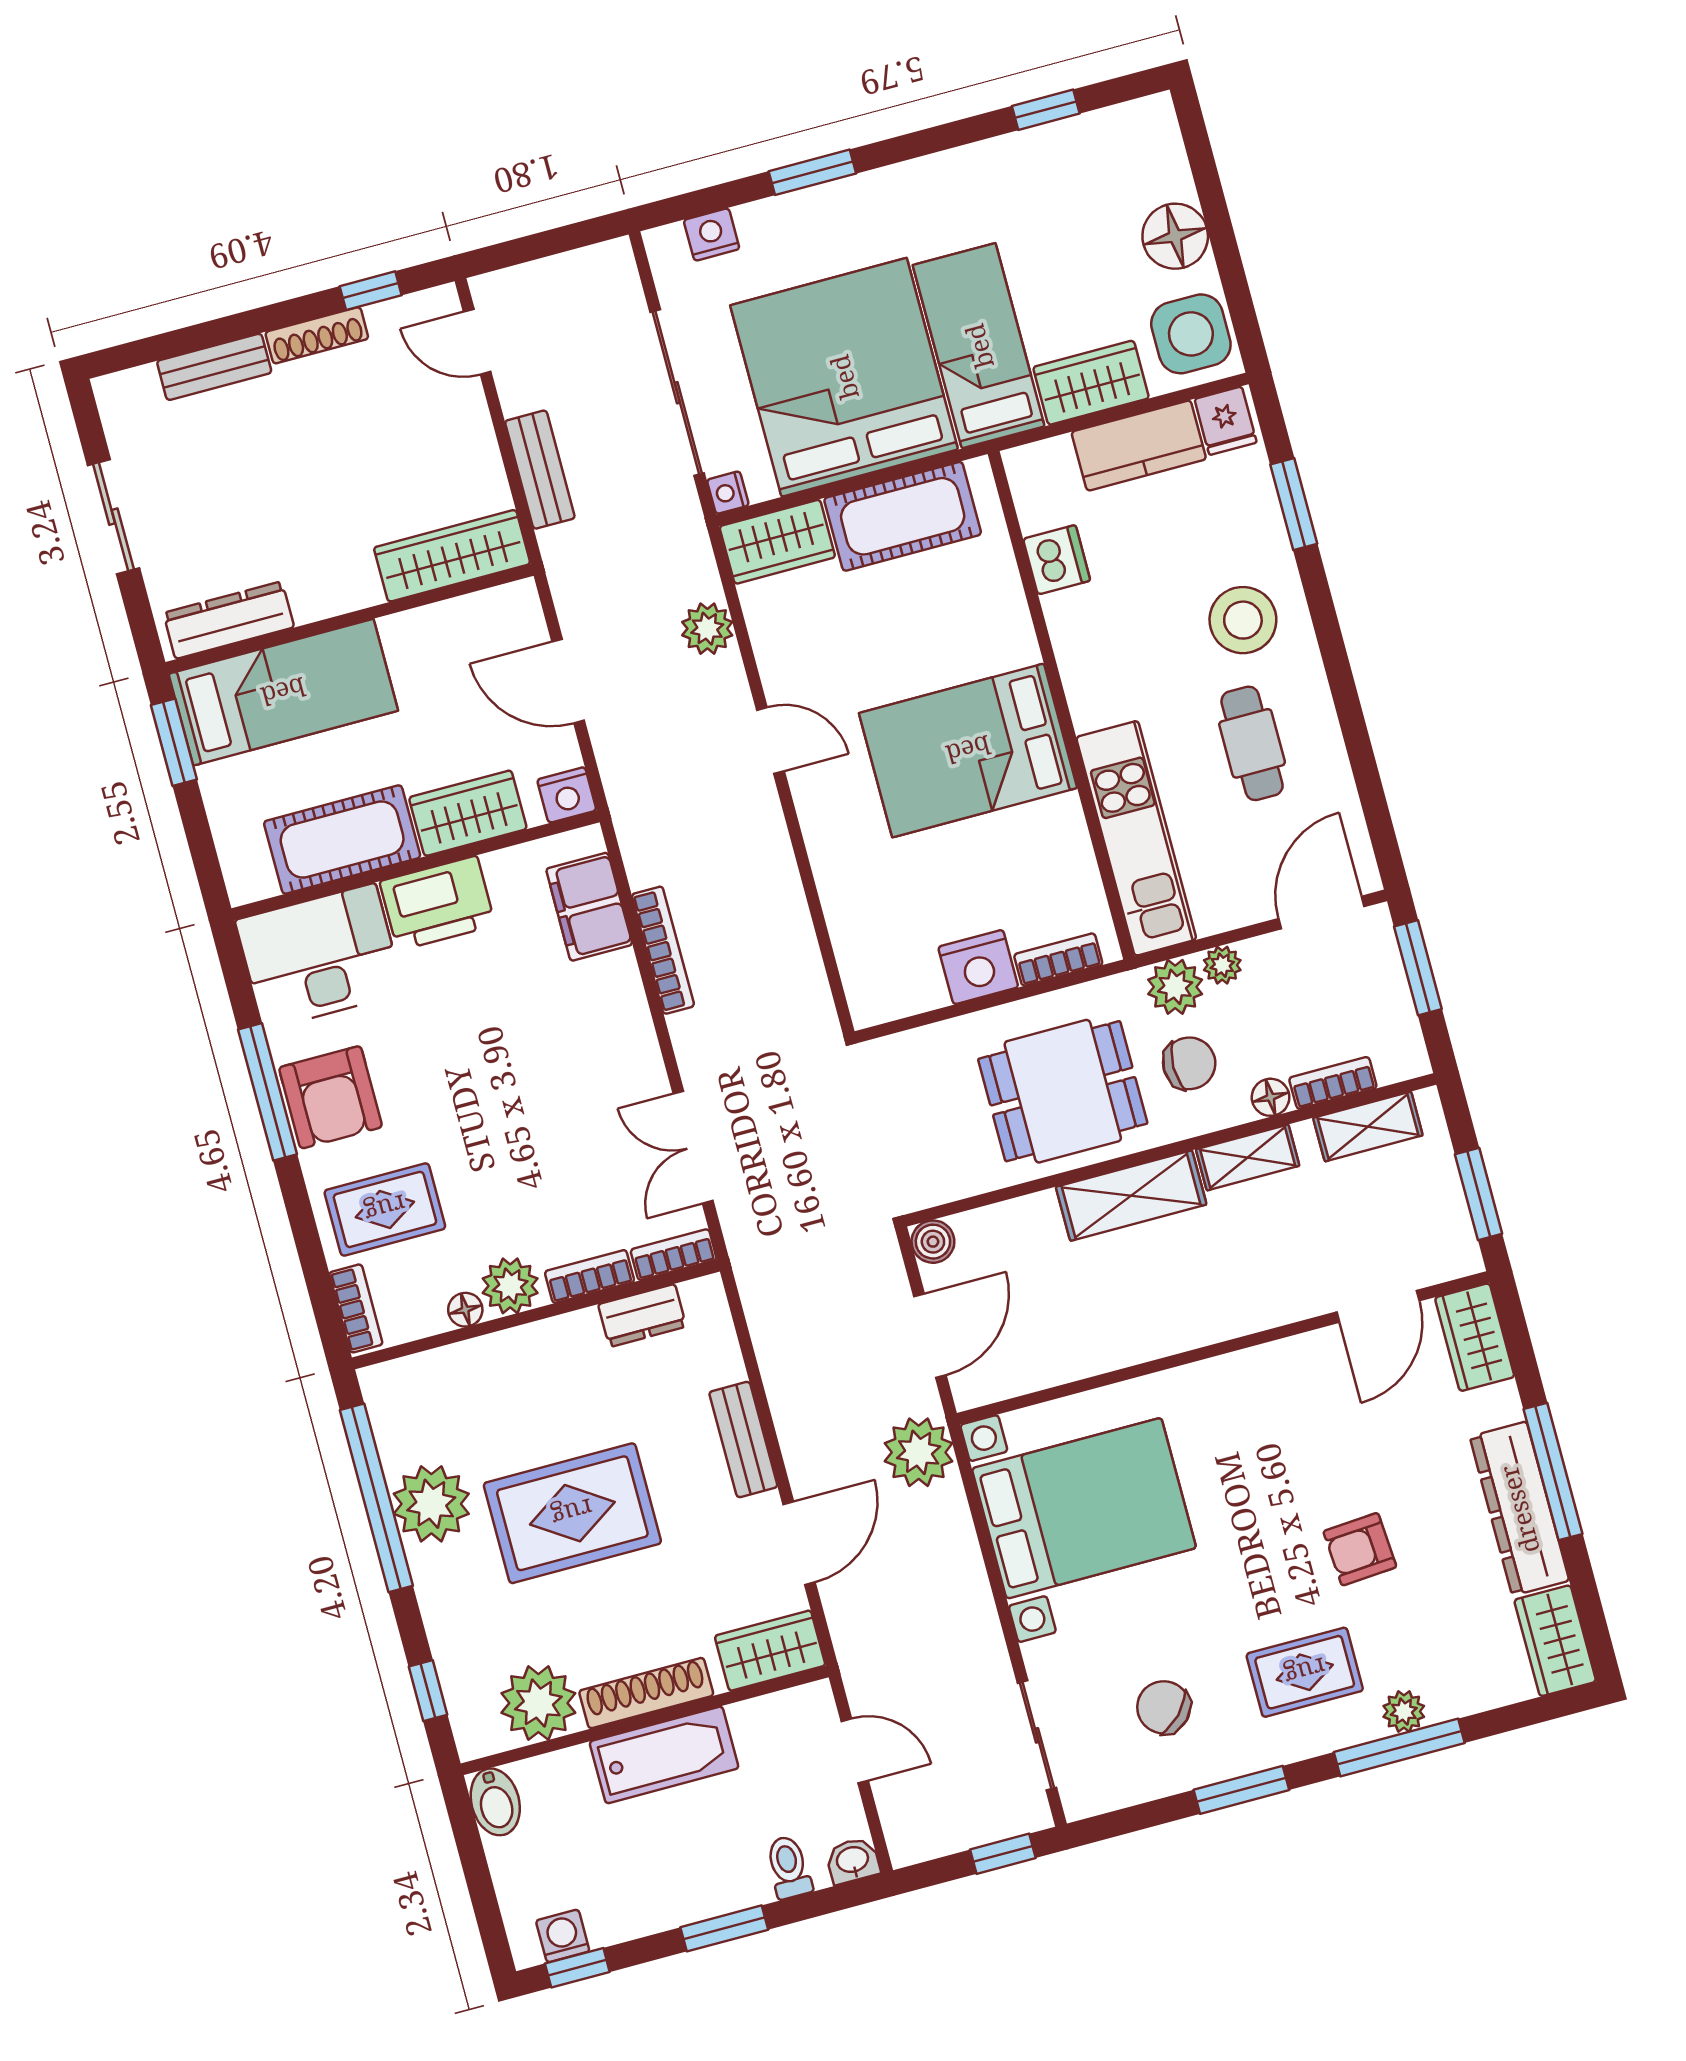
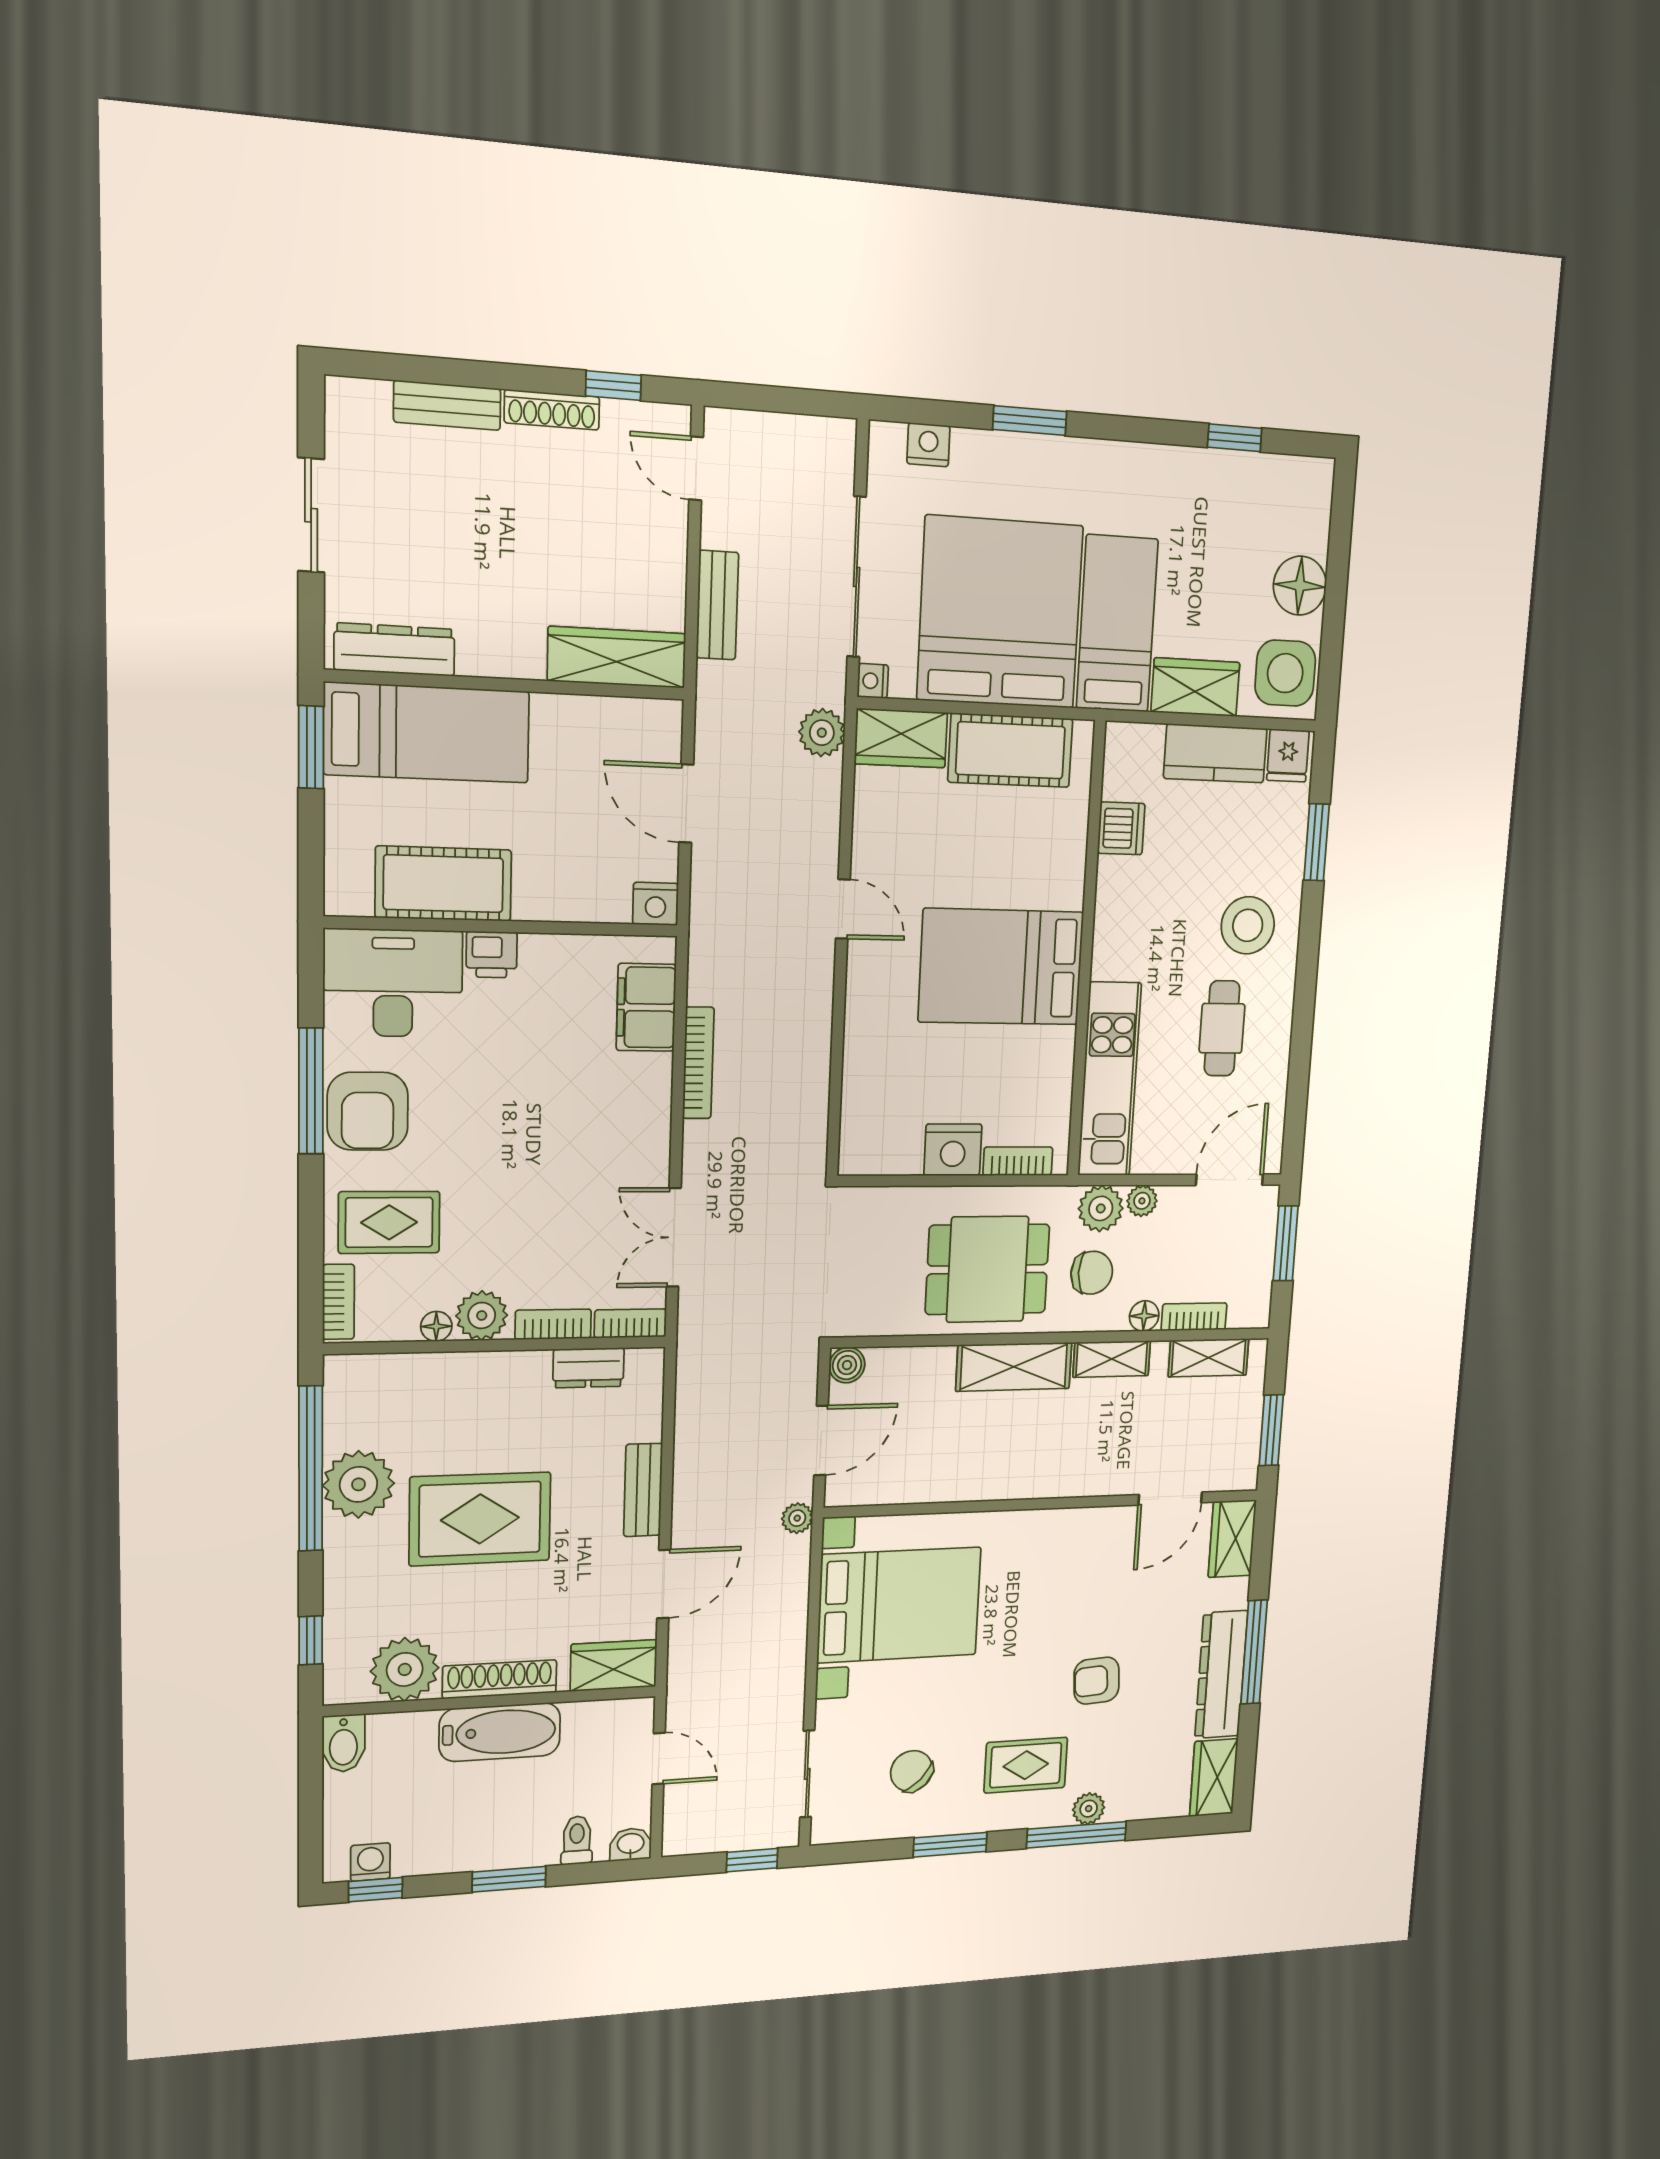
plant: (707, 629) -> (822, 733), moved
wardrobe: (468, 813) -> (564, 894), removed
printer: (437, 903) -> (492, 955), width x0.53, depth x0.68
plant: (919, 1452) -> (797, 1518), width x0.53, depth x0.53

